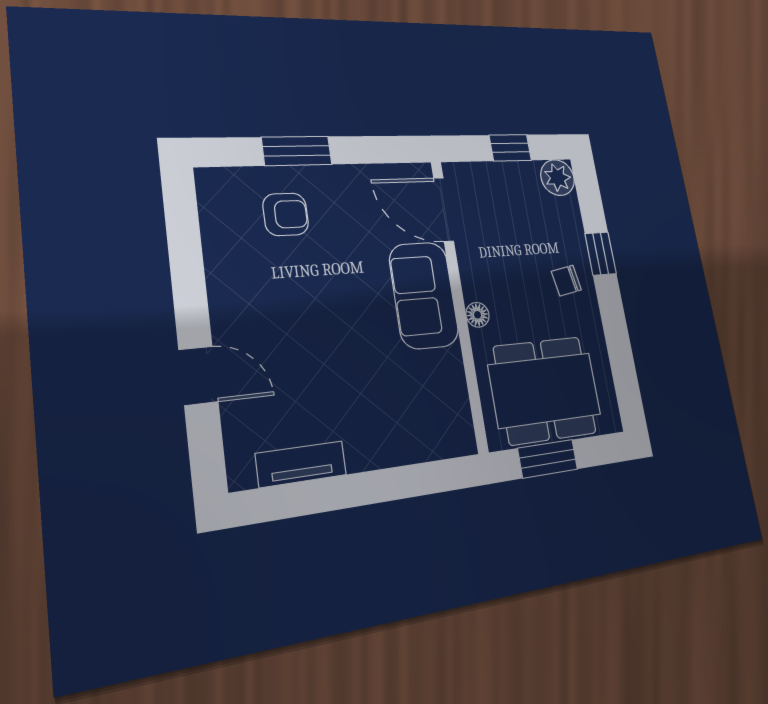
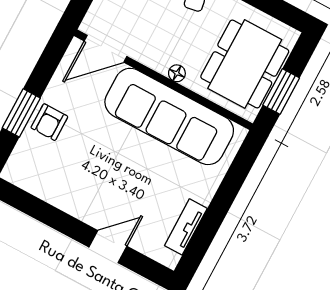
armchair: (286, 214) -> (49, 122), moved, turned 180
sofa: (424, 295) -> (169, 116), width x1.85, depth x1.27

